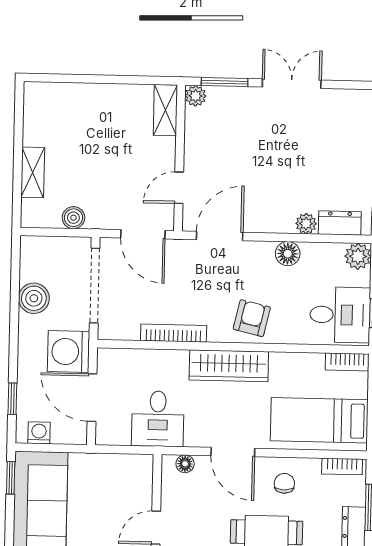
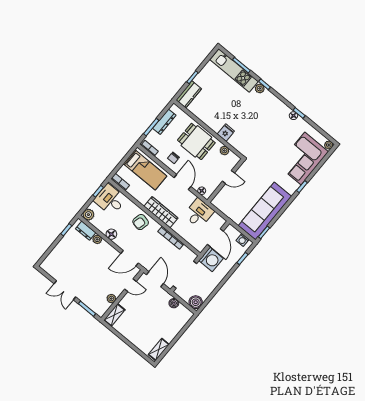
plant: (196, 96) -> (111, 299), moved
shelving: (33, 172) -> (159, 349), moved
boiler: (34, 298) -> (196, 302), moved

